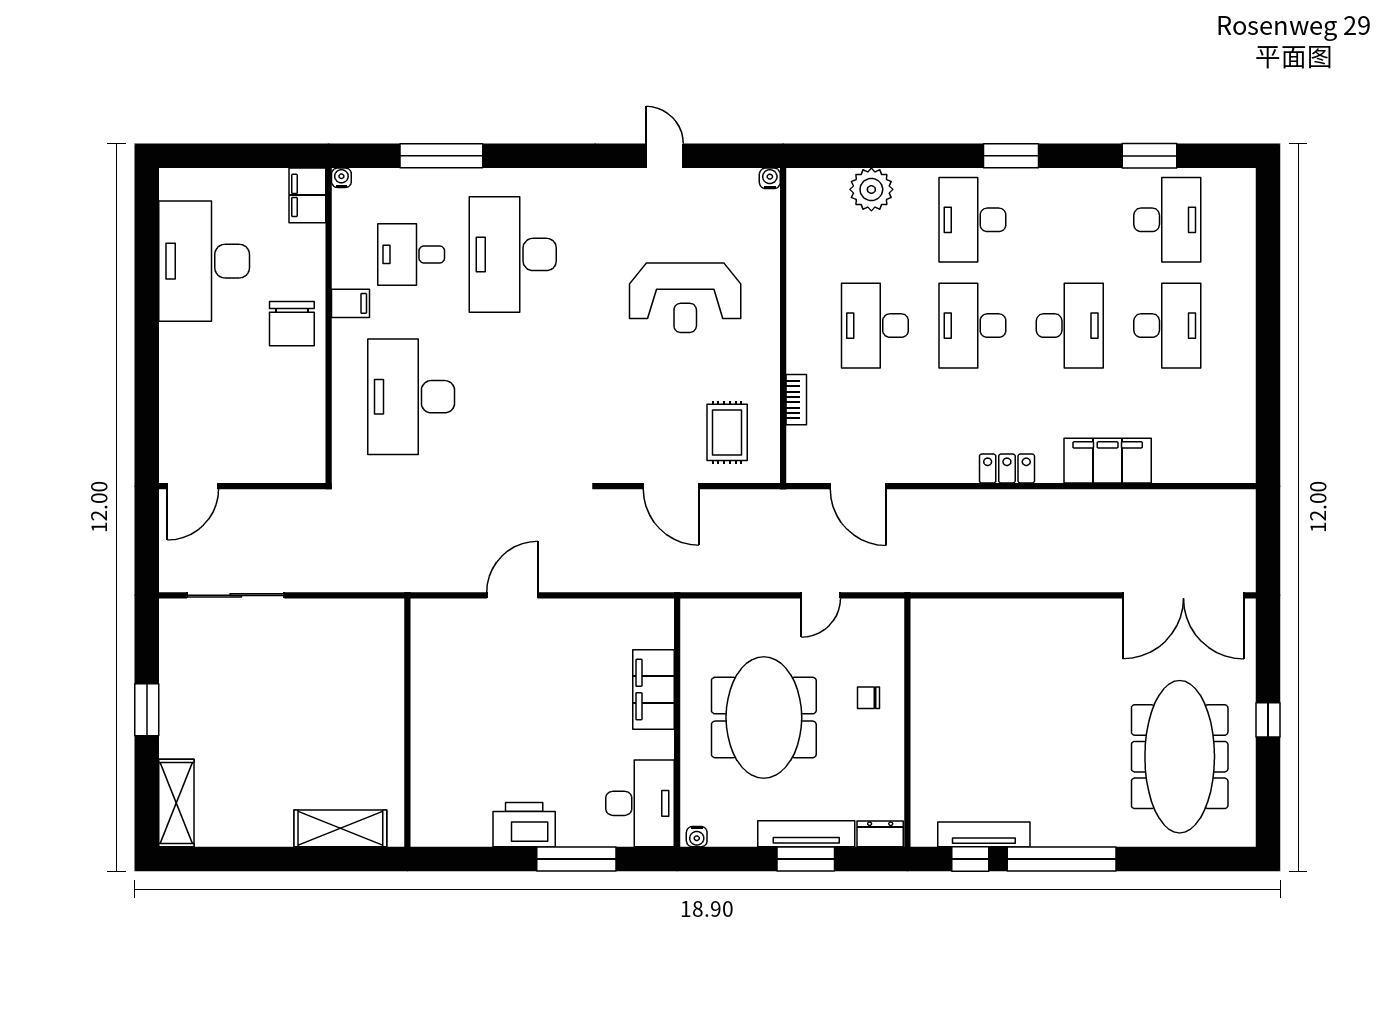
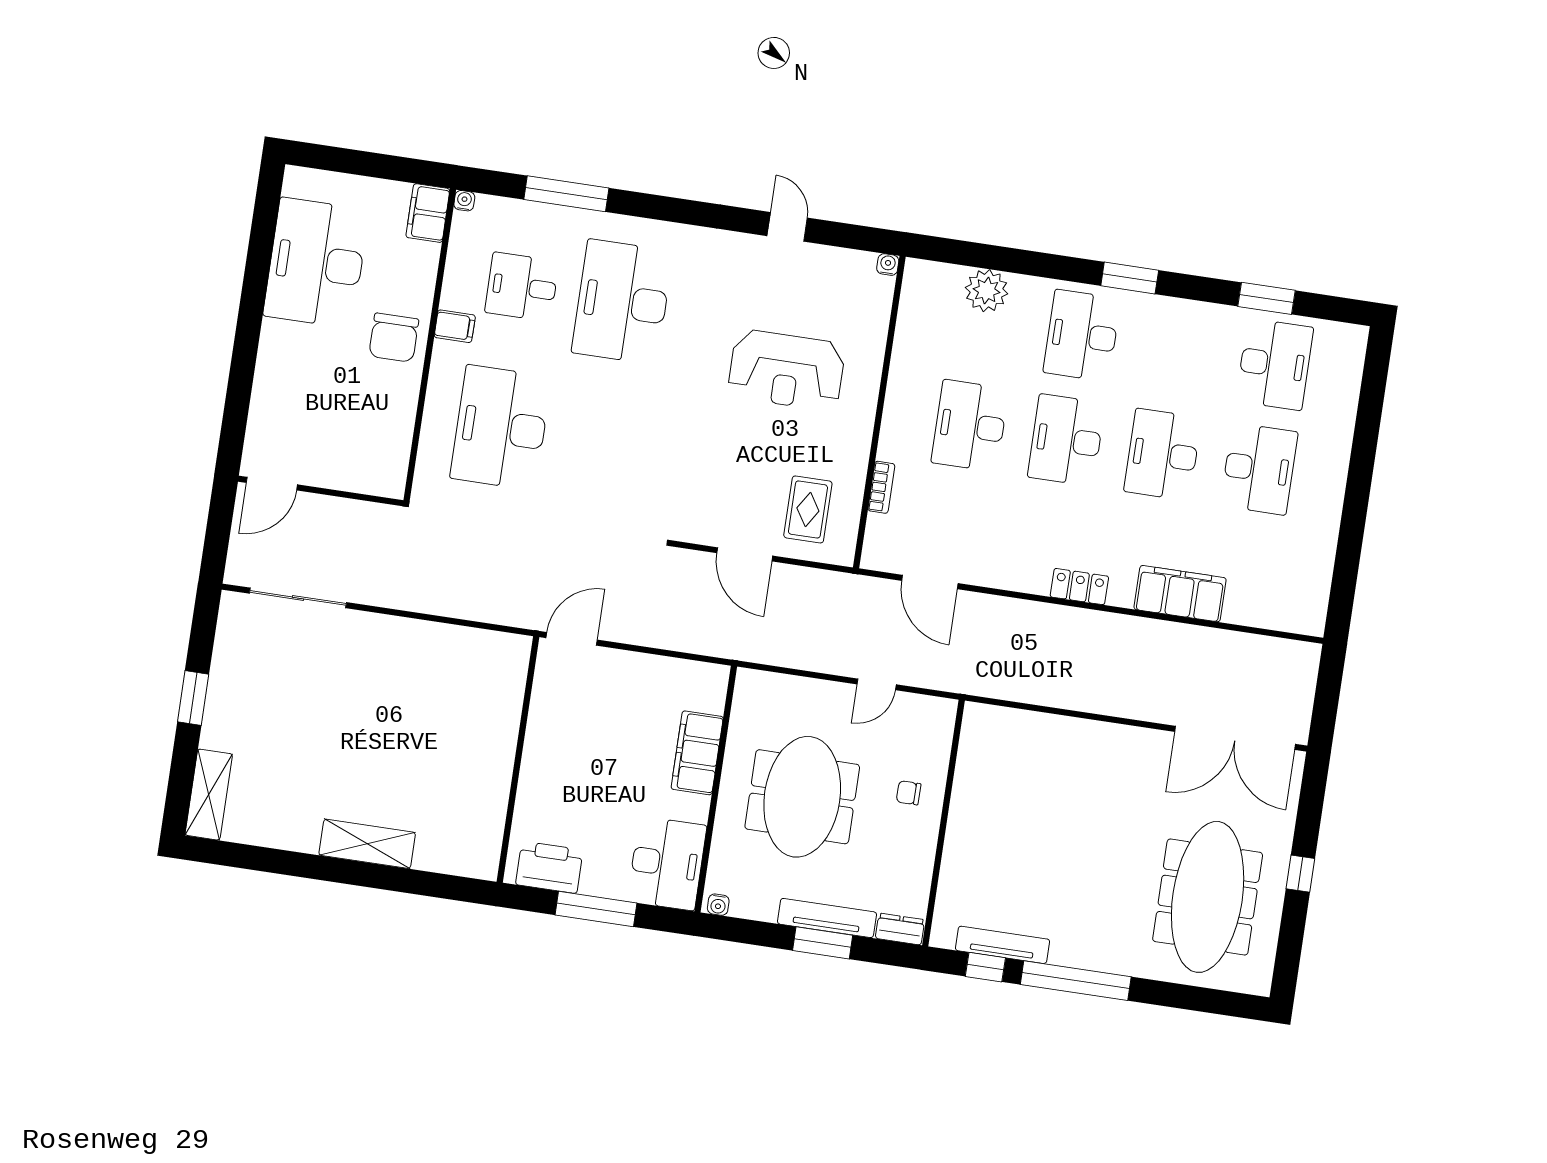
desk: (1070, 326) -> (1163, 454), turned 180
wall: (407, 723) -> (518, 759), moved

